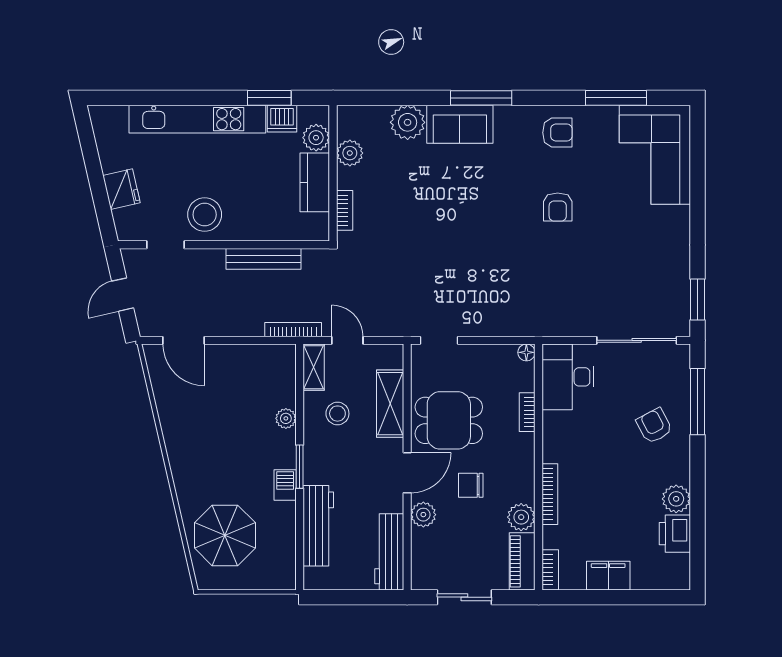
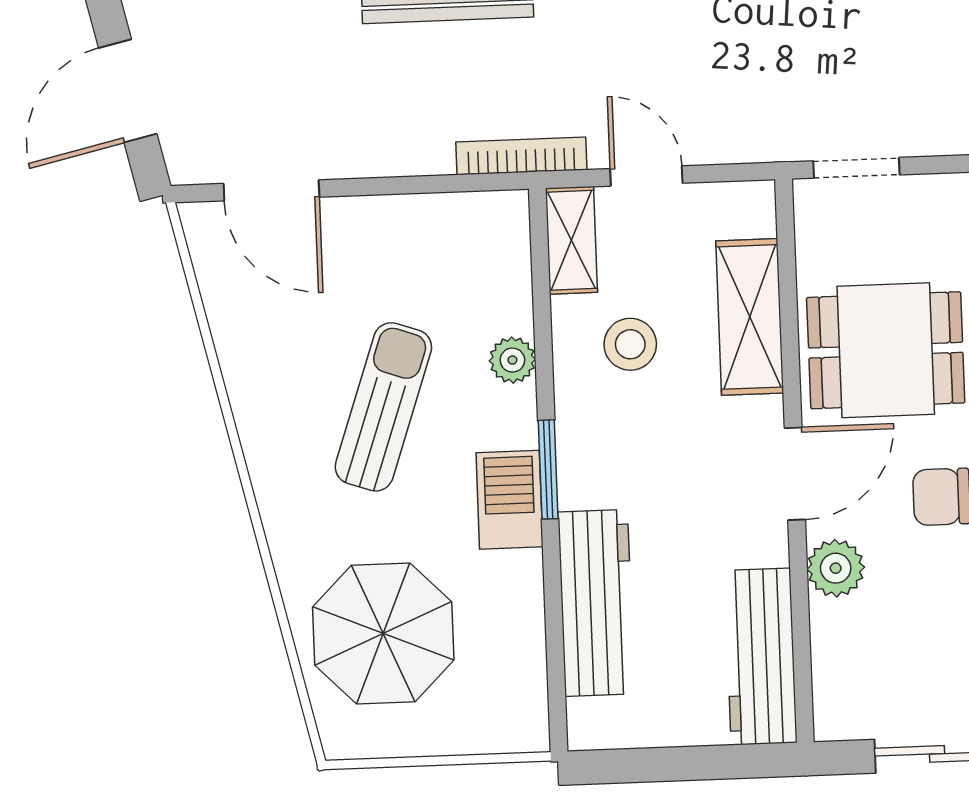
door: (123, 295) -> (128, 91), width x1.38
sun lounger: (229, 437) -> (383, 407), added
barbecue: (285, 485) -> (509, 500), width x1.38, depth x1.27

